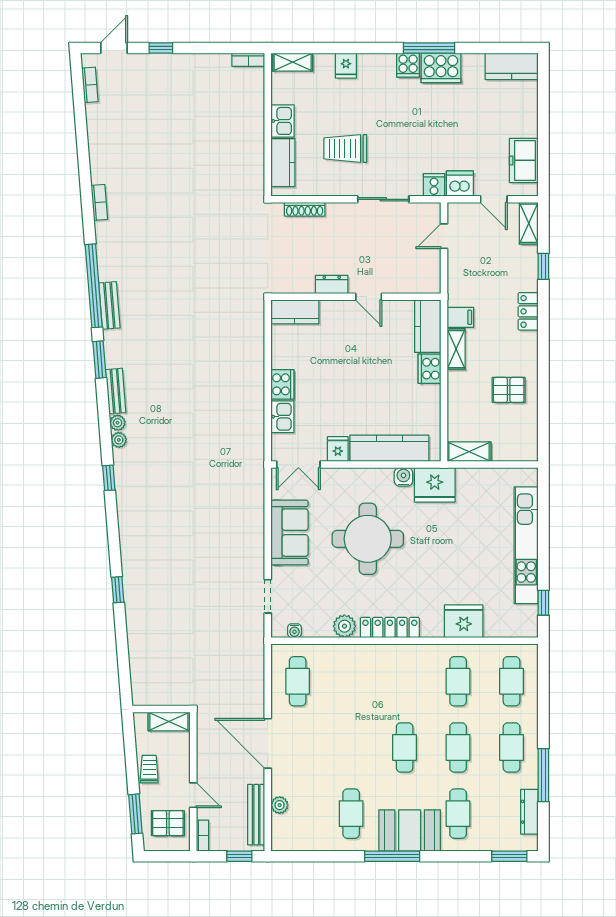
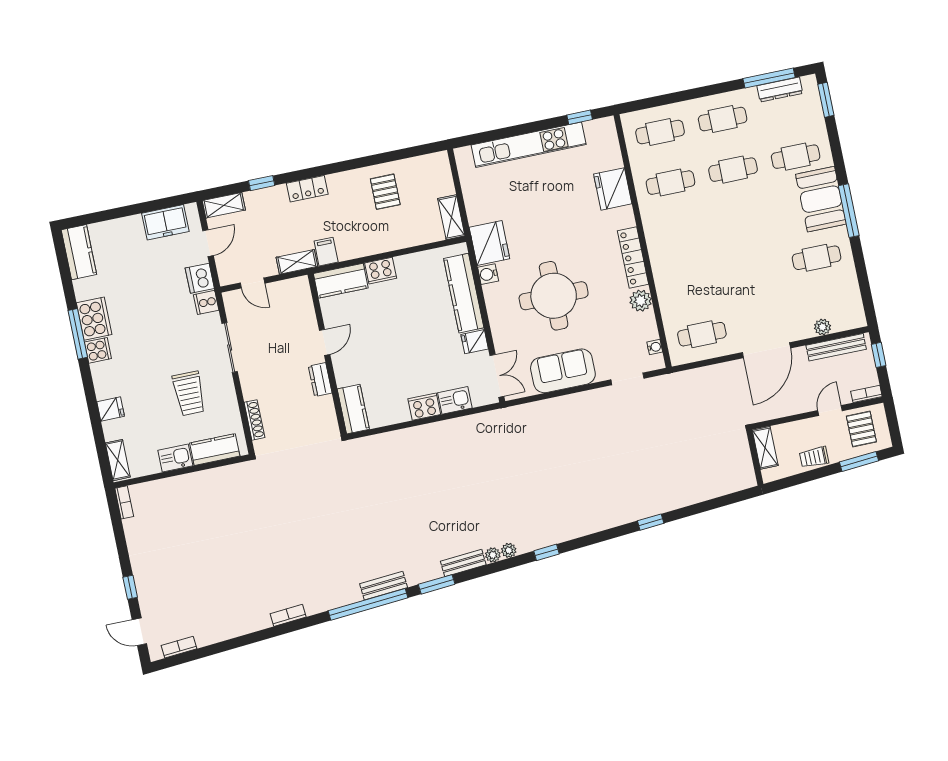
shelving: (456, 349) -> (297, 262), moved
cafe table: (405, 747) -> (744, 220), removed
window: (543, 775) -> (769, 78), moved

